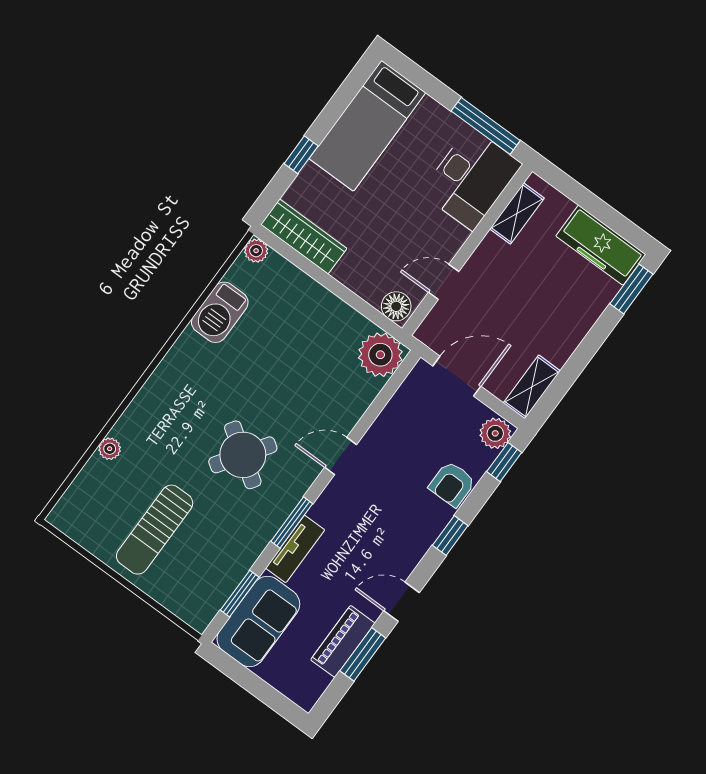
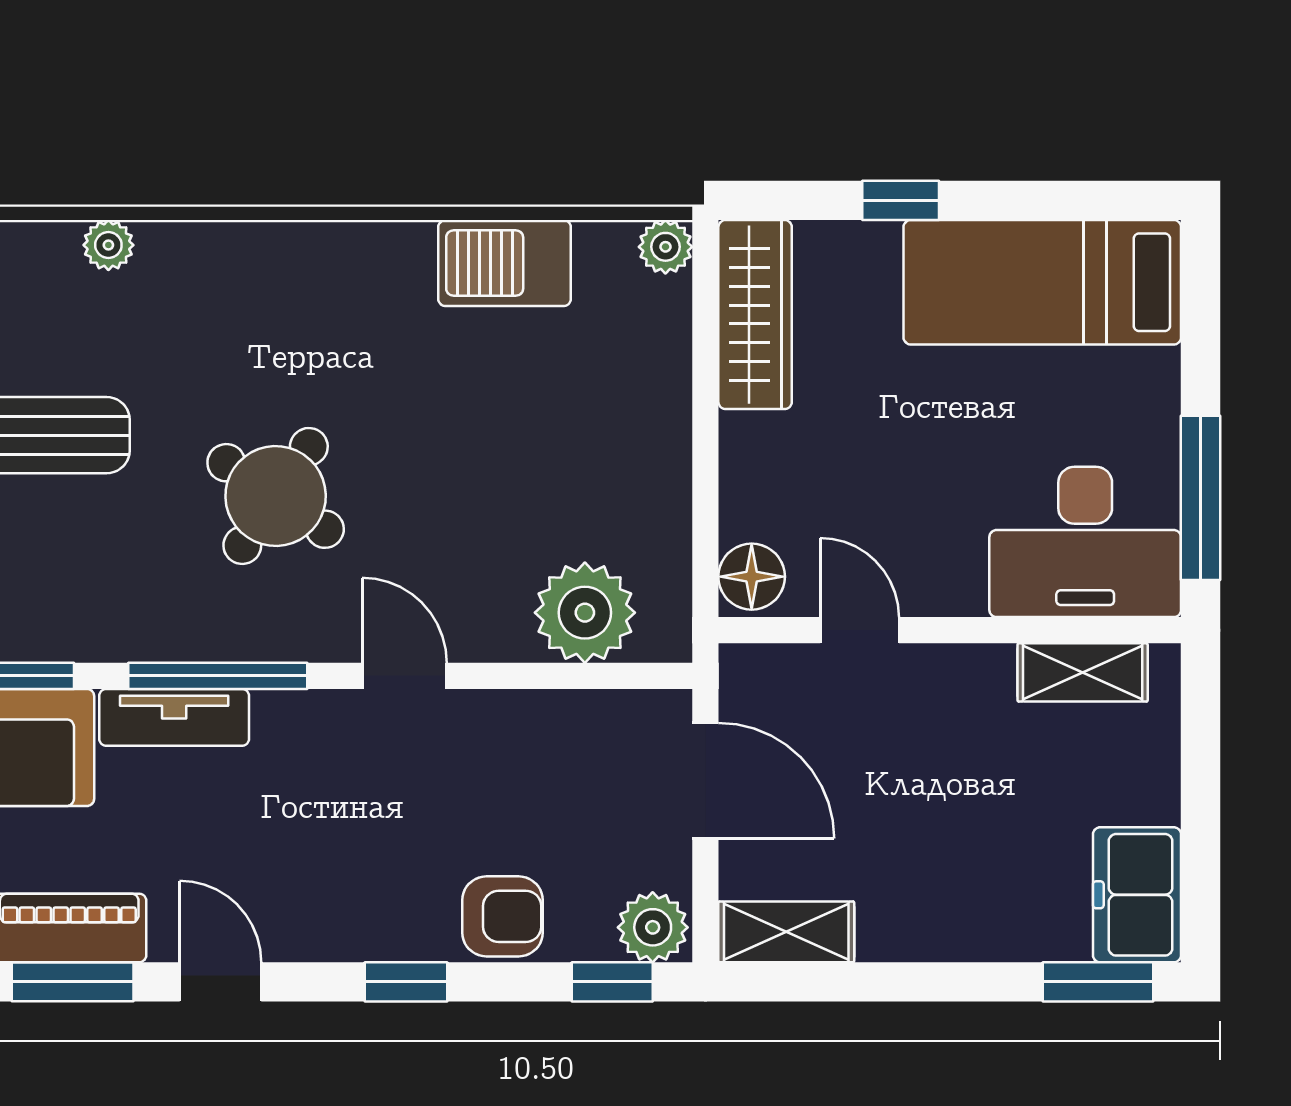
freezer: (601, 245) -> (1137, 895), width x0.71
plant: (380, 355) -> (585, 613), moved
armchair: (452, 484) -> (503, 916), turned 180
window: (292, 522) -> (218, 676), width x1.44

